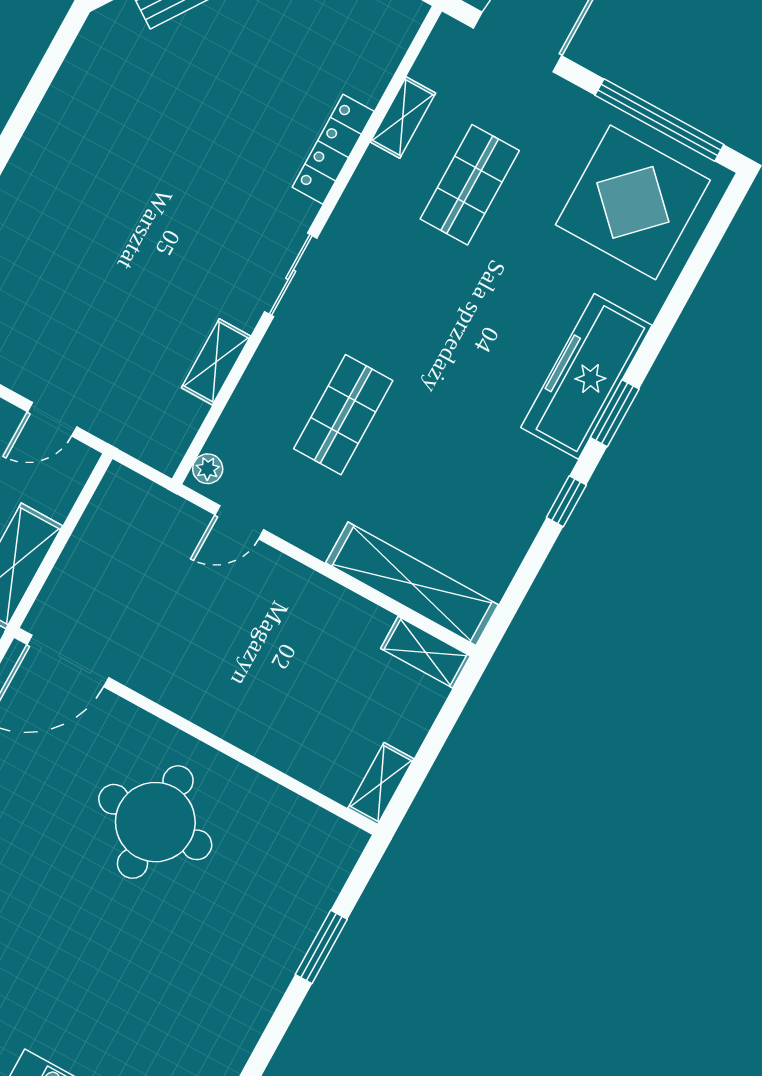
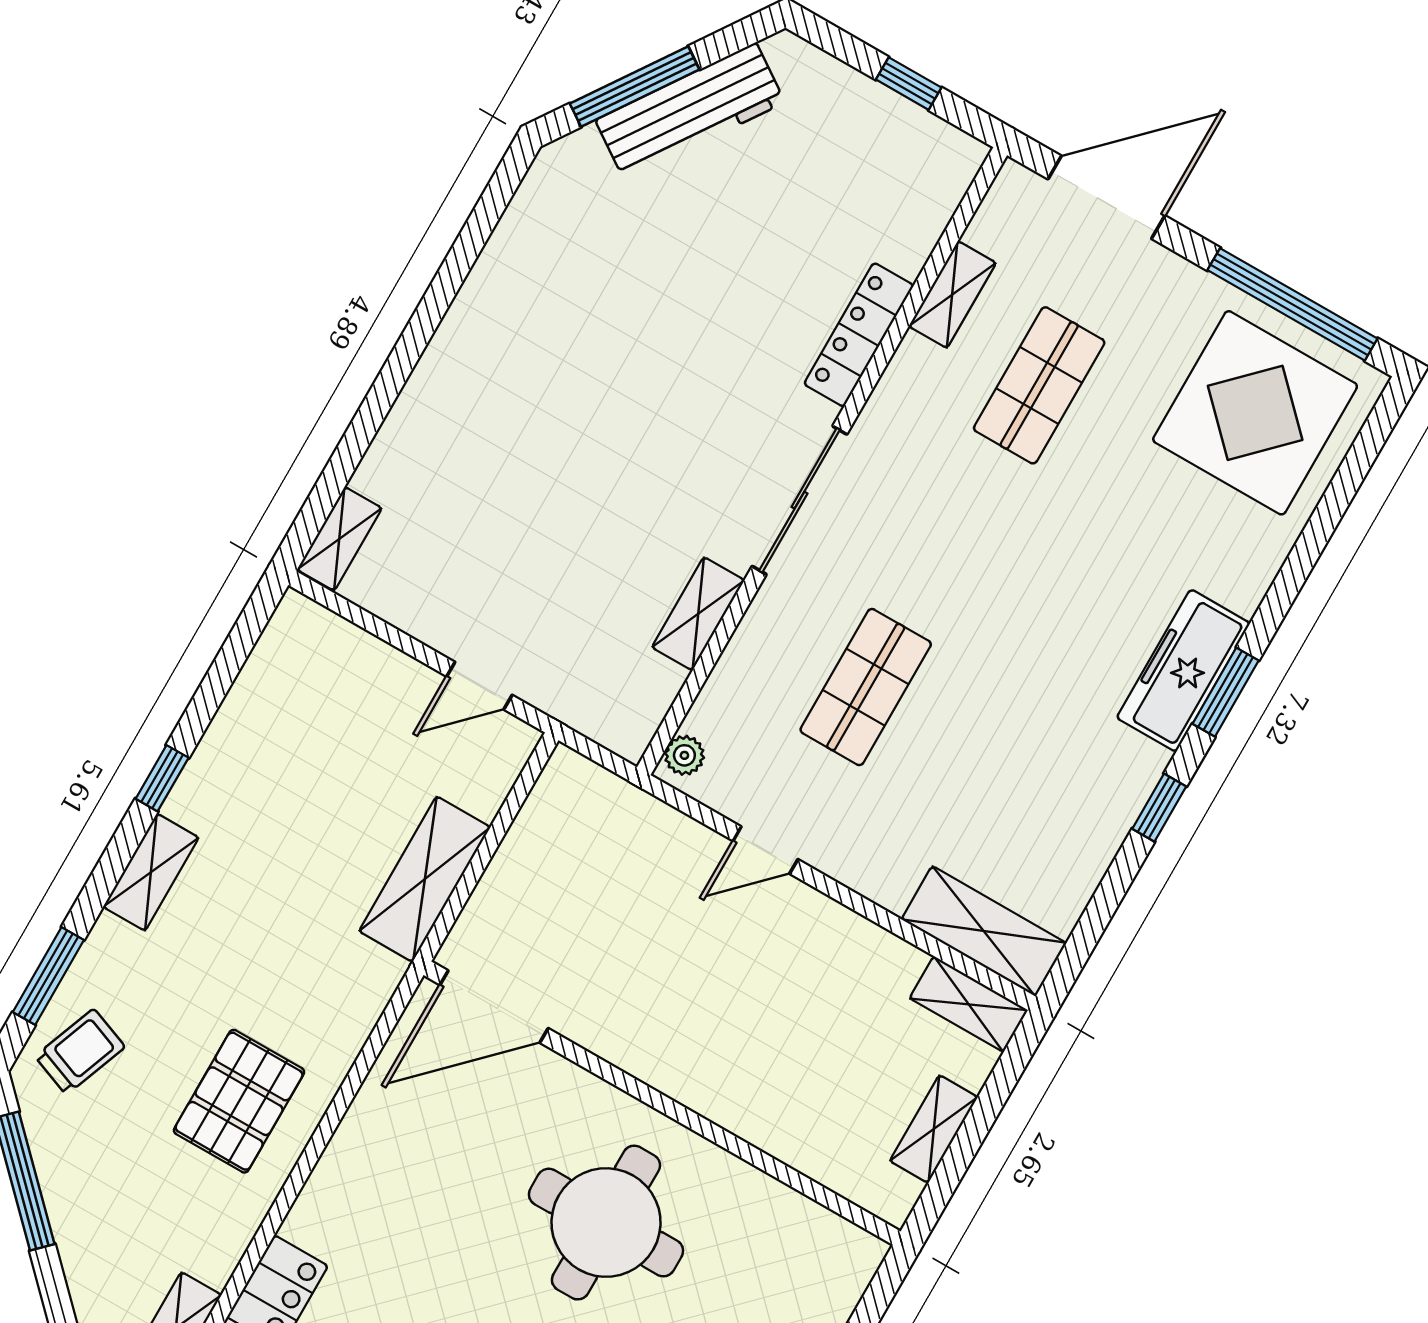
sliding door: (291, 275) -> (800, 500), width x1.37
freezer: (586, 376) -> (1183, 671), width x0.73, depth x0.79
door: (239, 522) -> (765, 850), moved
shelving: (412, 584) -> (984, 931), width x0.68
shelving: (381, 784) -> (934, 1129), moved

